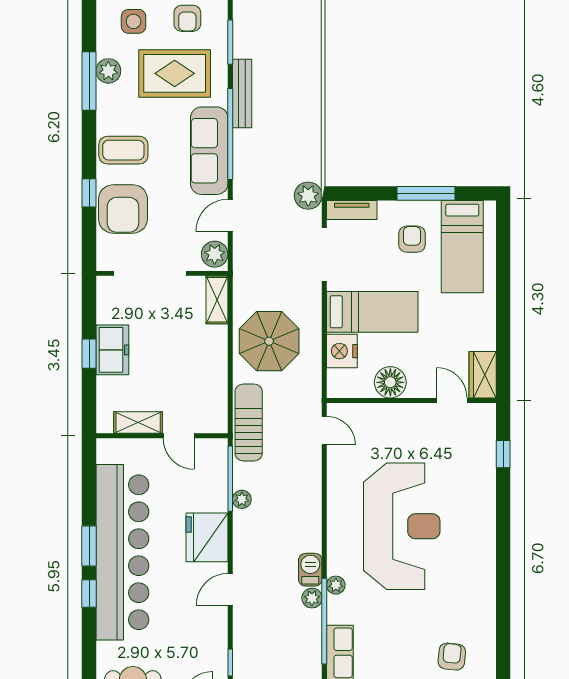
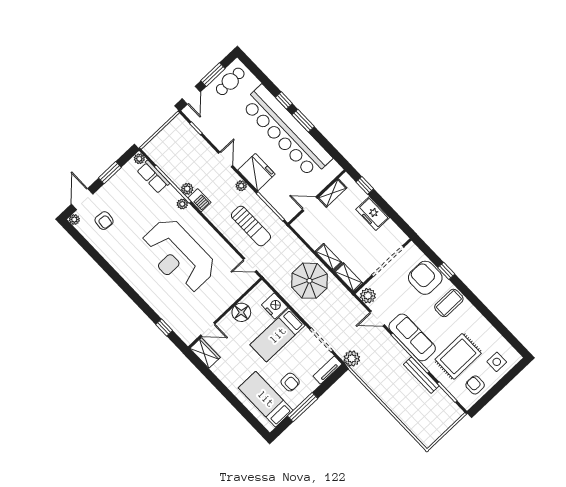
plant: (108, 71) -> (487, 331), removed
window: (89, 81) -> (492, 318), removed
door: (230, 215) -> (377, 319), swing flipped
shelving: (218, 348) -> (328, 257), added
window: (89, 354) -> (365, 185), moved
sun lounger: (249, 422) -> (251, 226), moved
plant: (242, 499) -> (241, 186), moved

